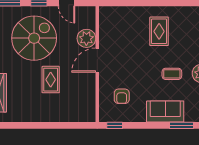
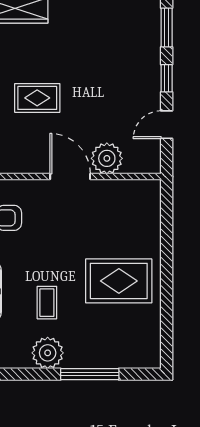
rug: (159, 31) -> (119, 281), width x1.36, depth x1.43
spiral stairs: (34, 38) -> (107, 70), removed

